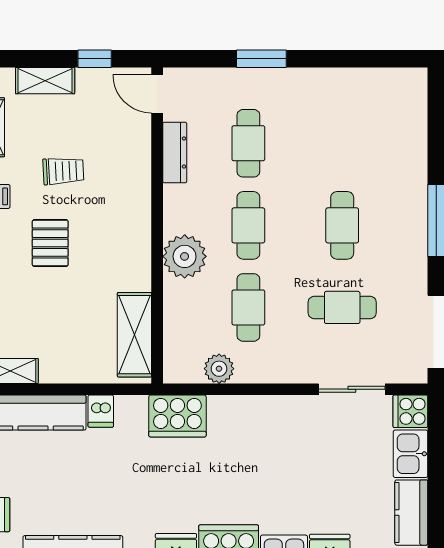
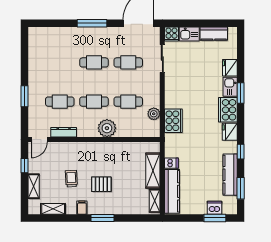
cafe table: (342, 307) -> (128, 62), turned 90
shelving: (134, 335) -> (153, 171), moved, turned 90
cooker: (177, 416) -> (173, 121), moved

